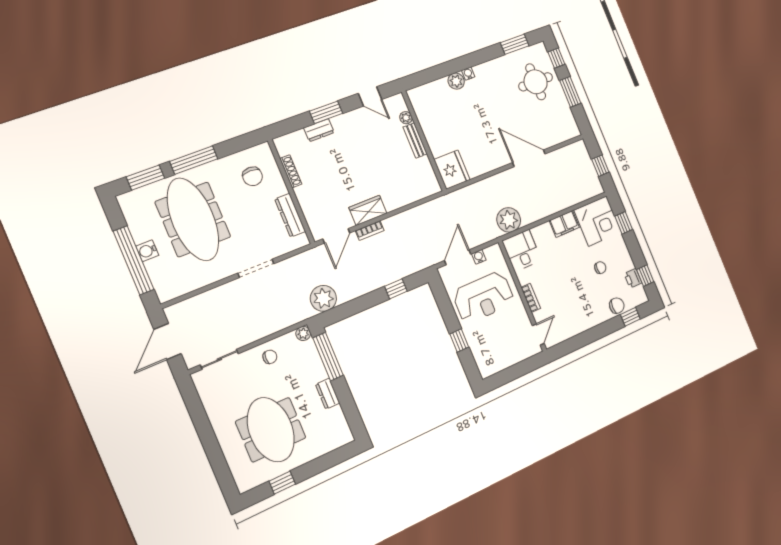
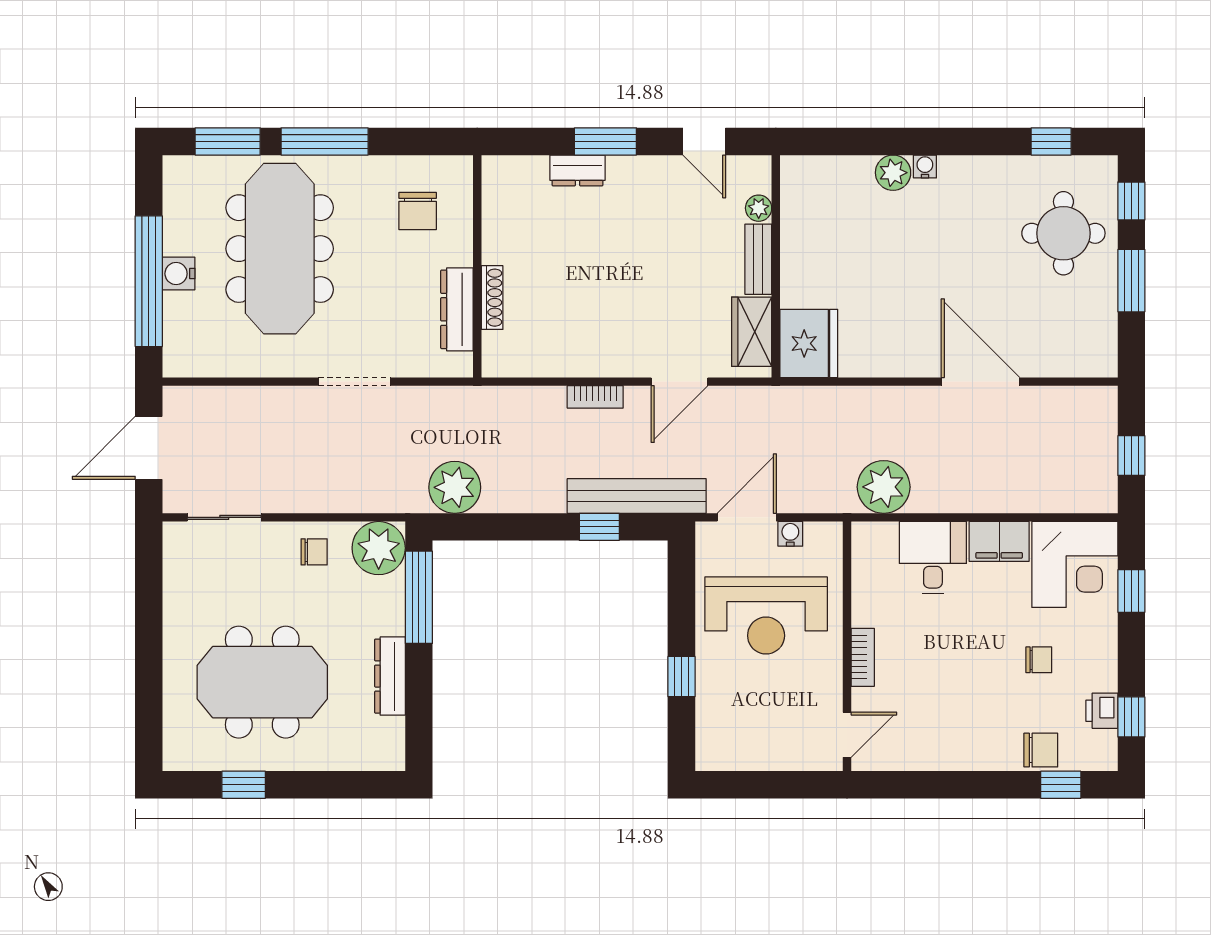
window: (515, 44) -> (1051, 141), width x0.67
shoe rack: (291, 171) -> (492, 298), moved
wardrobe: (368, 210) -> (752, 332), moved, turned -90
door: (336, 236) -> (680, 382), moved
desk: (522, 251) -> (933, 558), moved
bench: (407, 268) -> (637, 496), added
plant: (303, 333) -> (379, 548), width x1.88, depth x1.88
dresser: (328, 394) -> (390, 676), width x1.44
meeting table: (271, 430) -> (262, 682), turned 90

